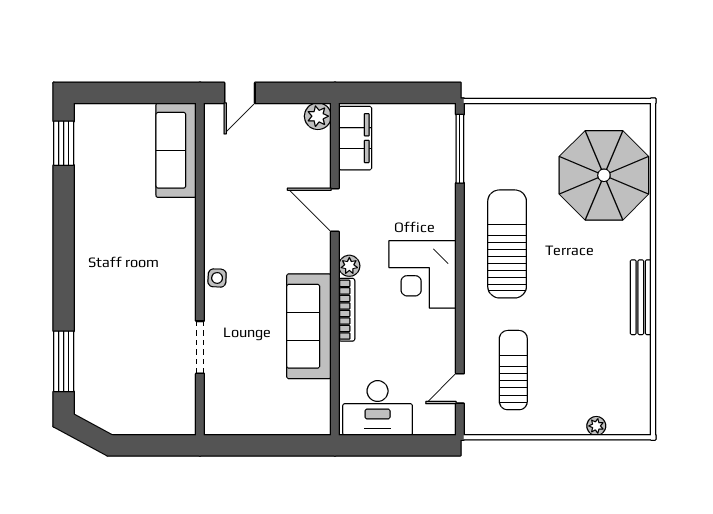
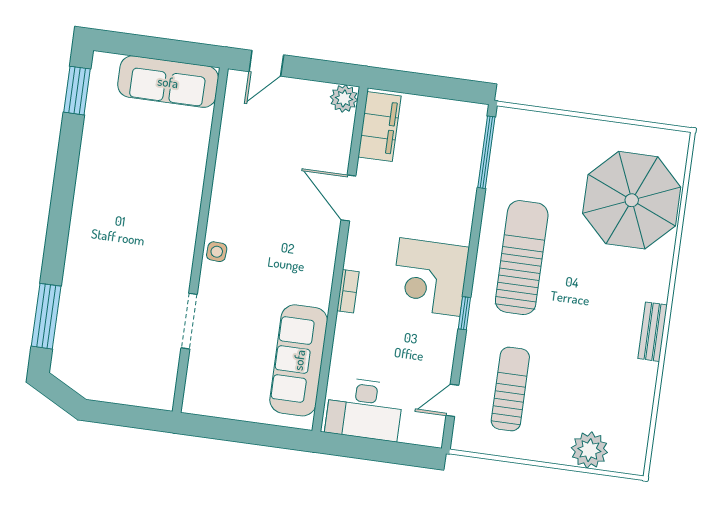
sofa: (176, 150) -> (168, 82), moved, turned -90
plant: (349, 266) -> (355, 258), removed
bench: (641, 297) -> (653, 332), width x0.73
window: (460, 304) -> (464, 313), added
bookcase: (347, 310) -> (348, 291), width x0.64
sofa: (309, 326) -> (299, 360), moved
plant: (596, 426) -> (589, 450), width x1.88, depth x1.88

